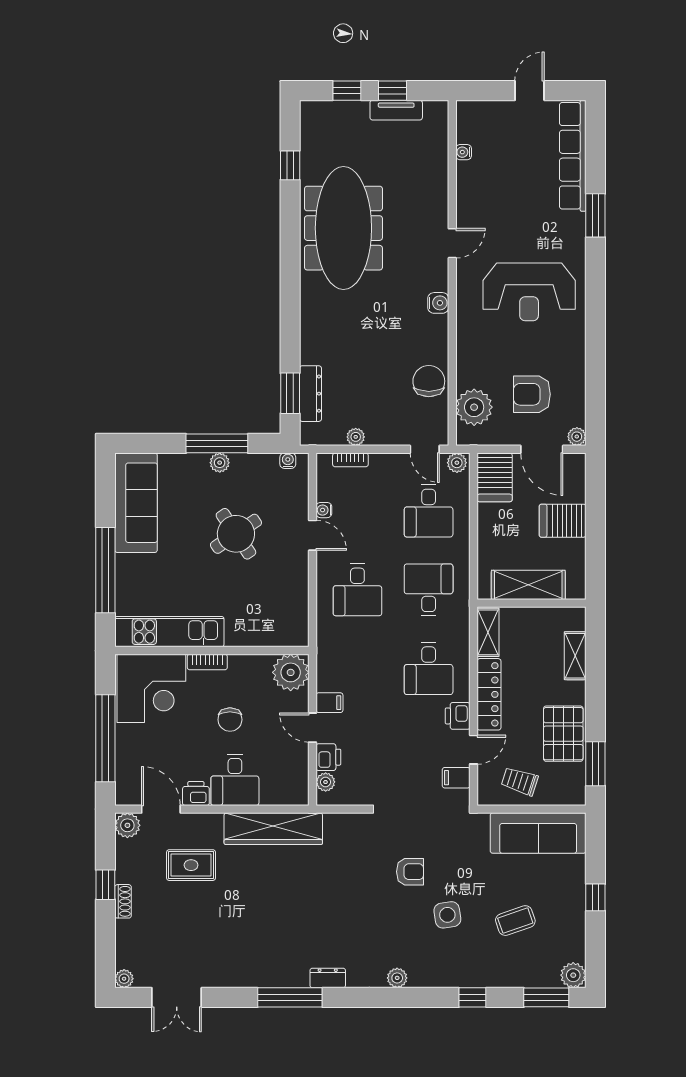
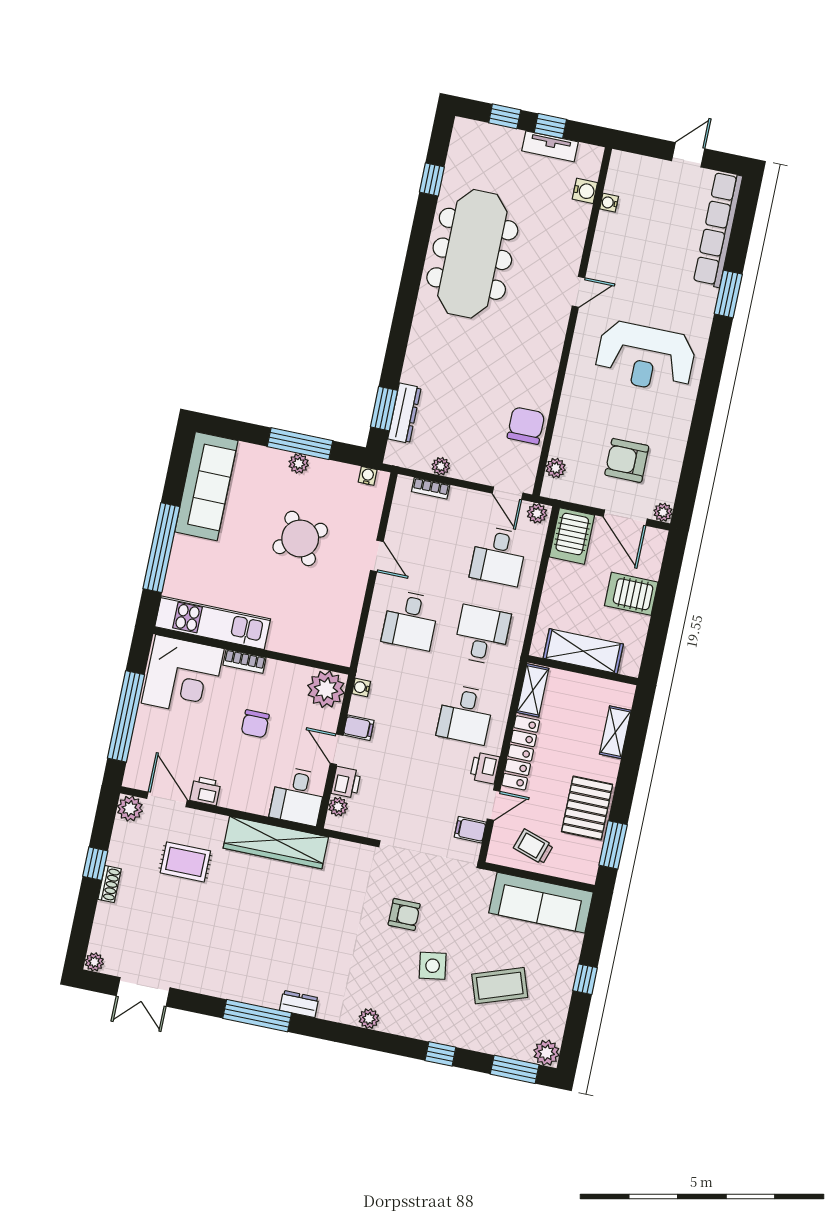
water cooler: (438, 303) -> (585, 191), moved
plant: (474, 407) -> (556, 468), width x0.53, depth x0.53
water cooler: (324, 510) -> (361, 687), moved
desk: (235, 780) -> (298, 796), moved
coffee table: (515, 921) -> (500, 986), width x1.36, depth x1.30

